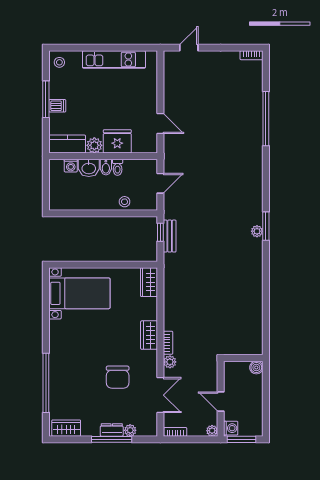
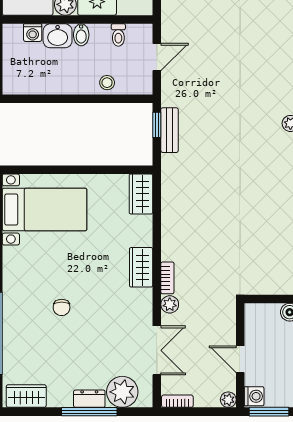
toilet: (118, 167) -> (118, 35), moved
chair: (118, 377) -> (62, 307), moved, width x0.54, depth x0.54
plant: (130, 430) -> (122, 392), width x1.88, depth x1.88

